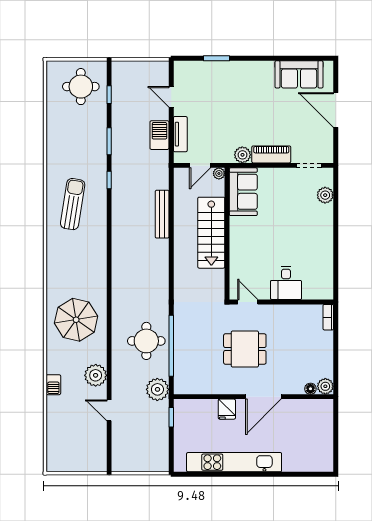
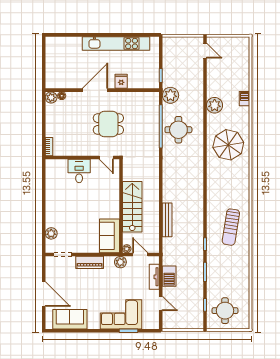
corner sofa: (227, 81) -> (121, 314), added
plant: (242, 155) -> (120, 262), moved
door: (200, 165) -> (140, 255), hinge flipped
door: (109, 410) -> (205, 51), moved

